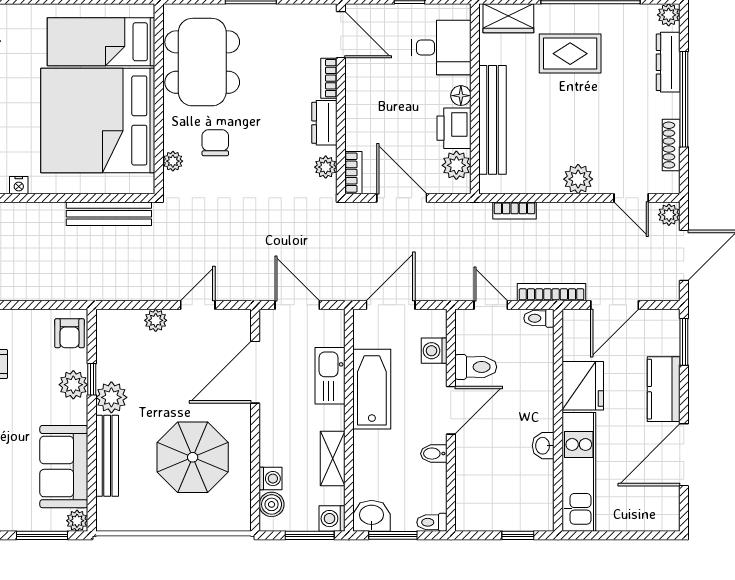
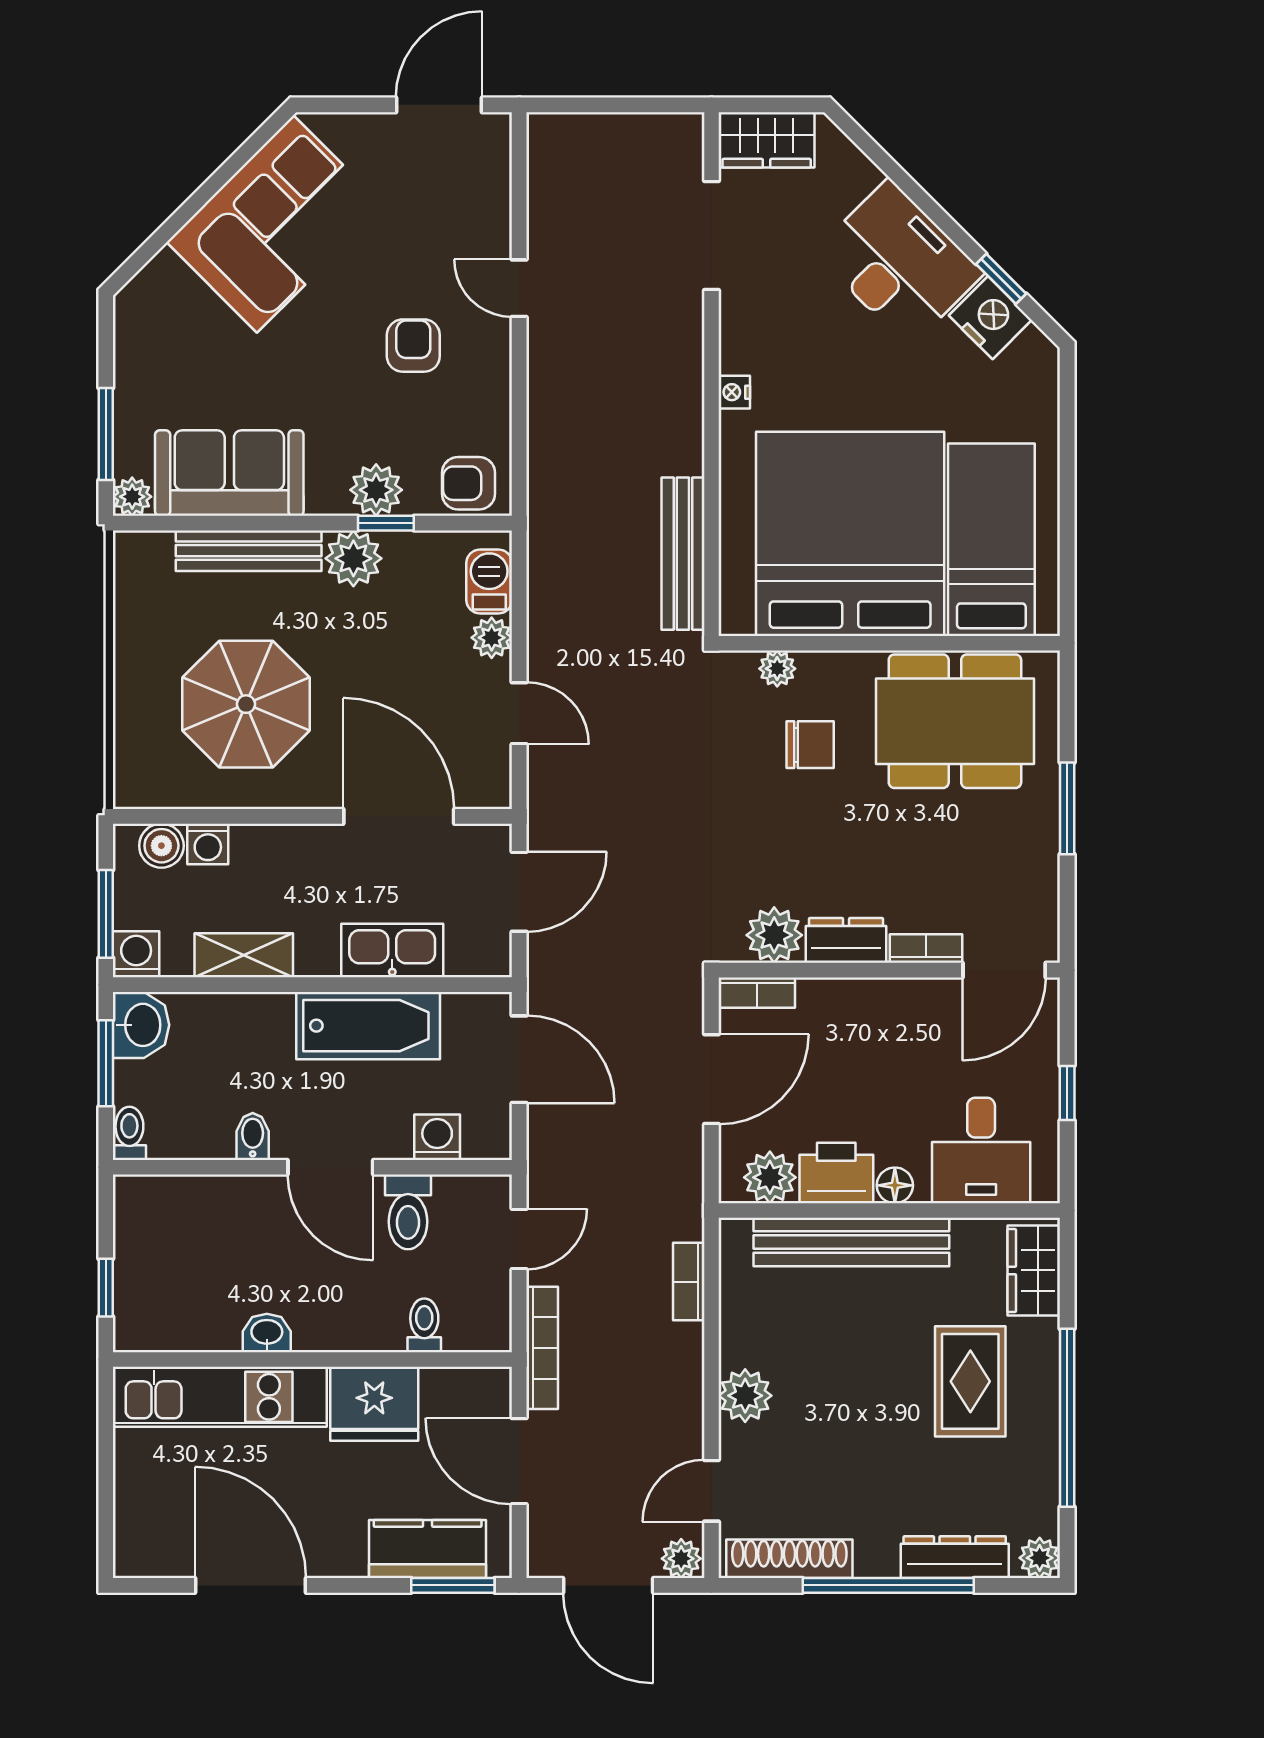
shoe rack: (671, 145) -> (789, 1559), width x1.36, depth x1.24
plant: (326, 167) -> (774, 935), width x1.38, depth x1.38
toilet: (539, 318) -> (424, 1325), moved
barbecue: (124, 322) -> (489, 581), added
kitchen counter: (664, 389) -> (428, 1549), moved

